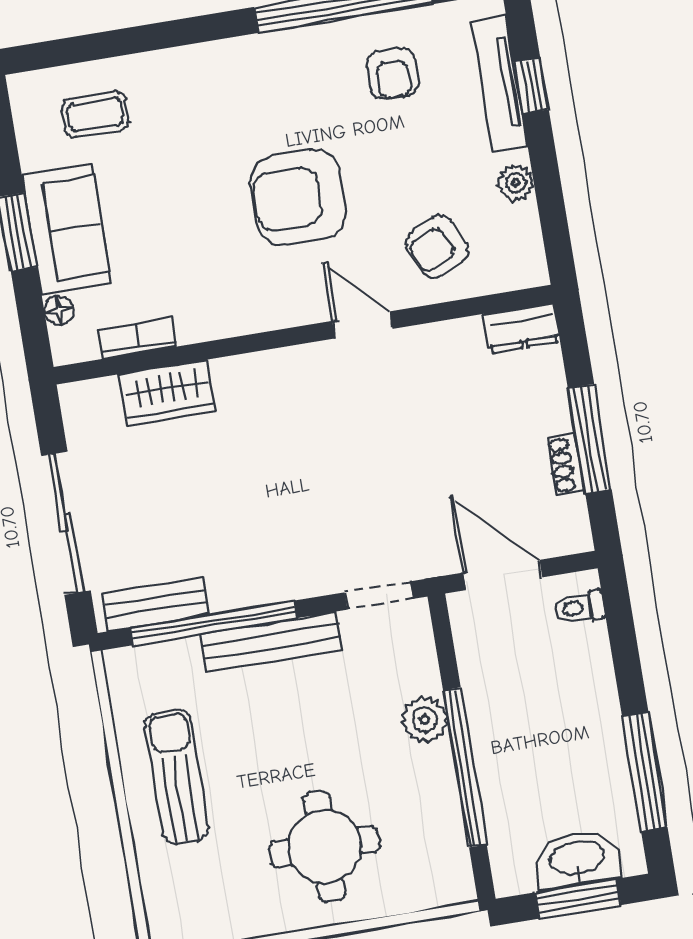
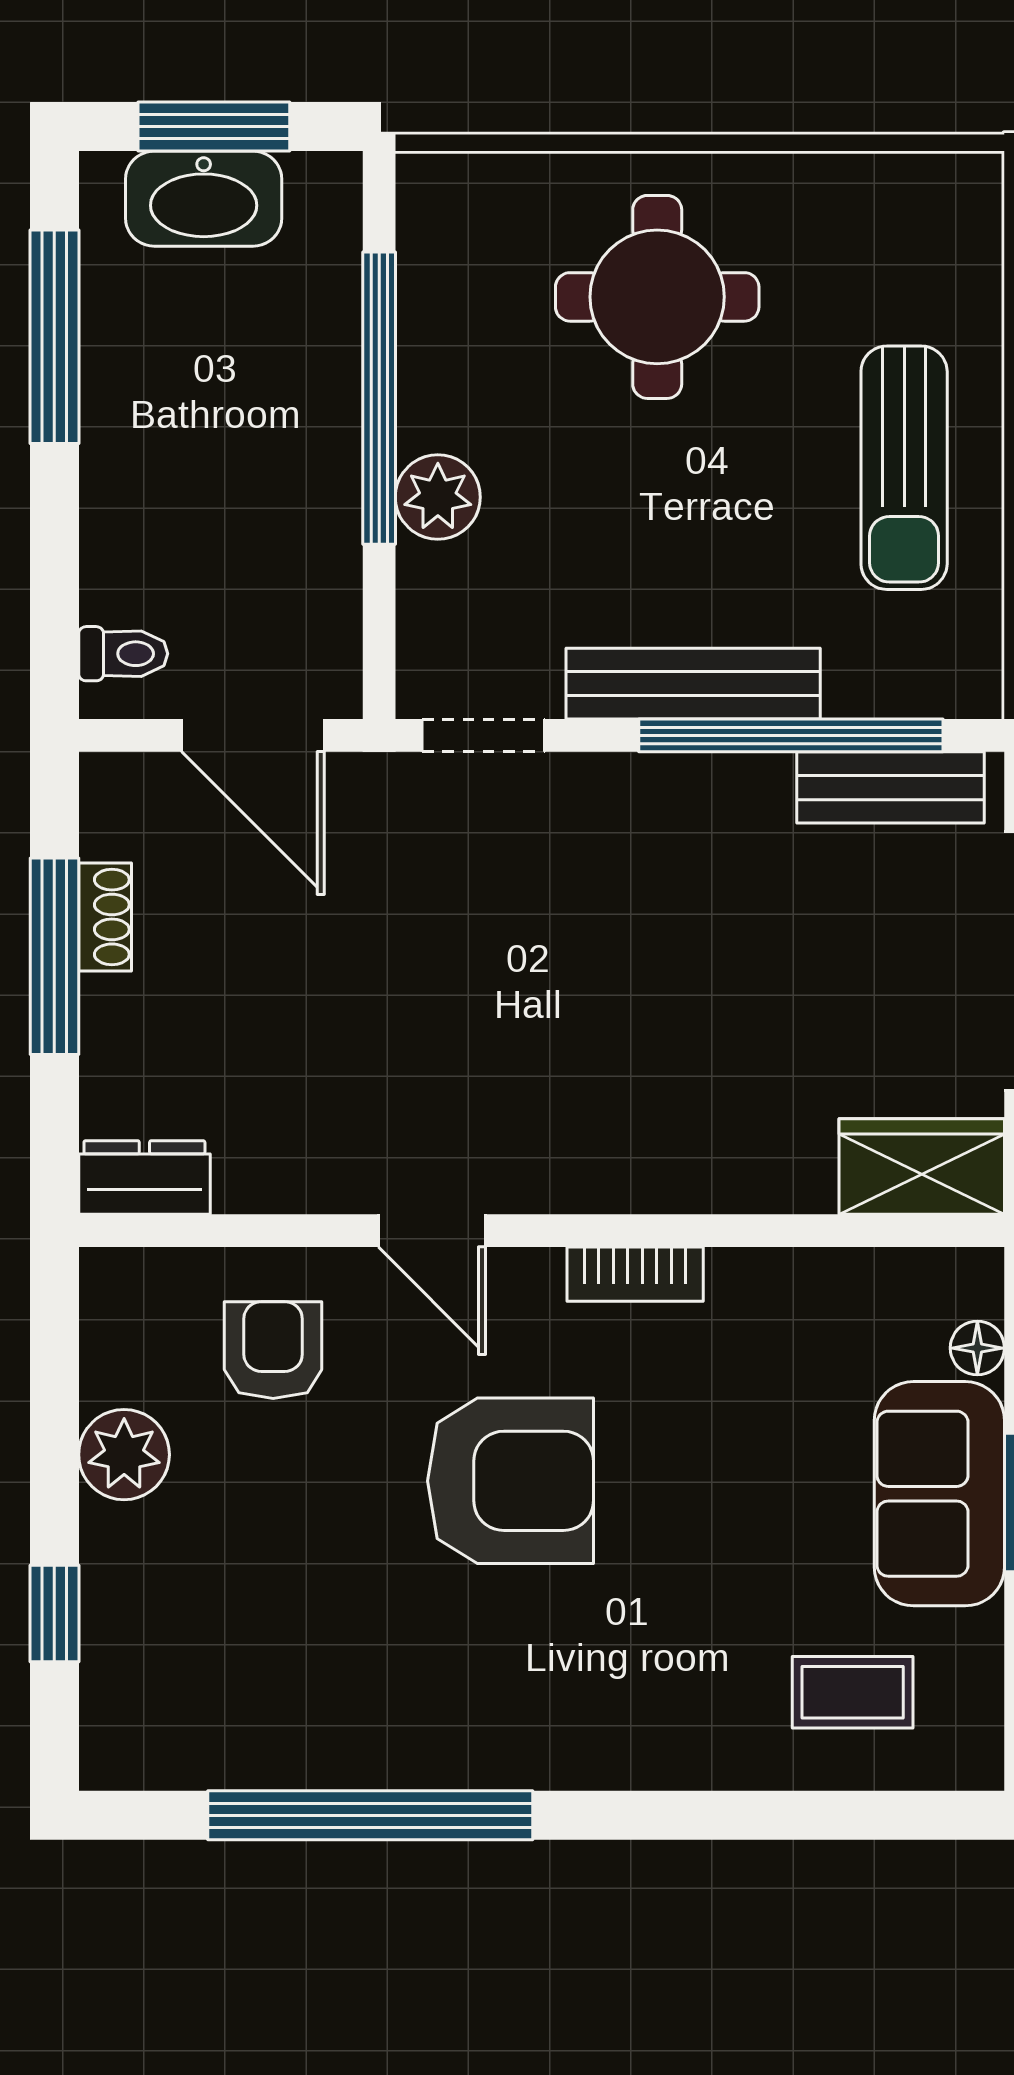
armchair: (392, 74) -> (302, 1677), removed
tv unit: (499, 83) -> (112, 1627), removed
plant: (516, 183) -> (124, 1455), width x1.38, depth x1.38
armchair: (437, 247) -> (273, 1350), turned -66
bookcase: (137, 338) -> (635, 1274), moved
wardrobe: (167, 393) -> (922, 1167), moved

